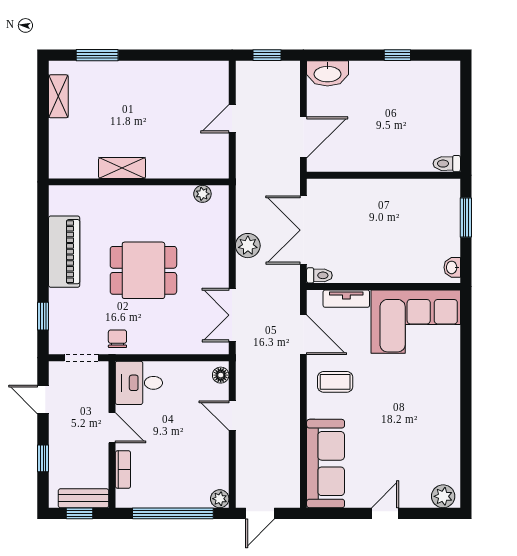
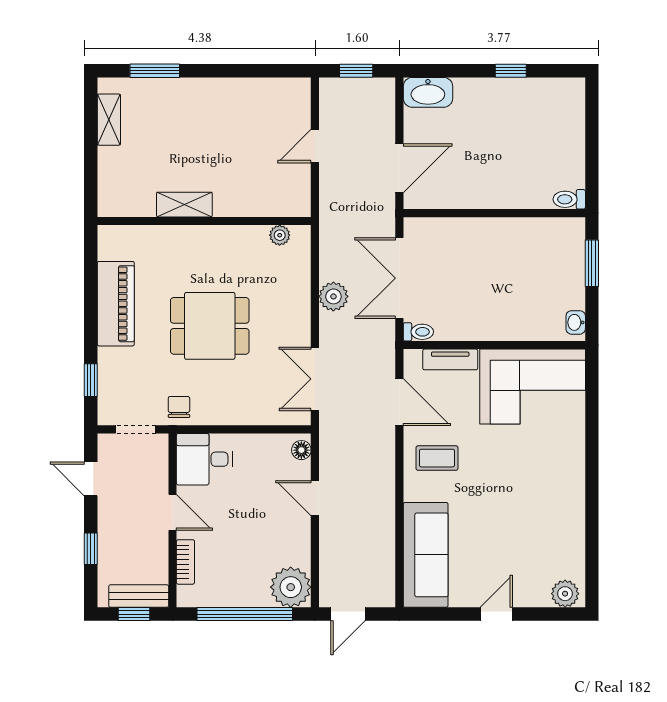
plant: (220, 499) -> (291, 587), width x1.88, depth x1.88

